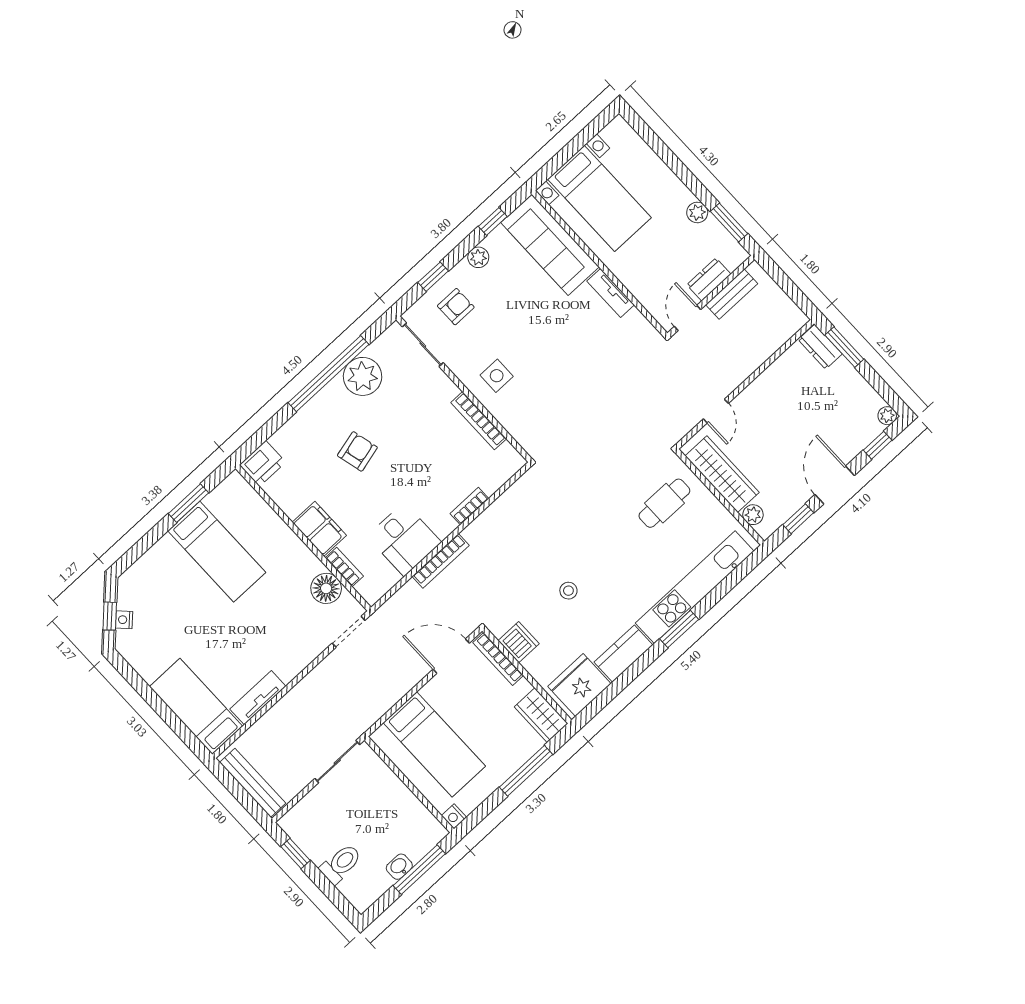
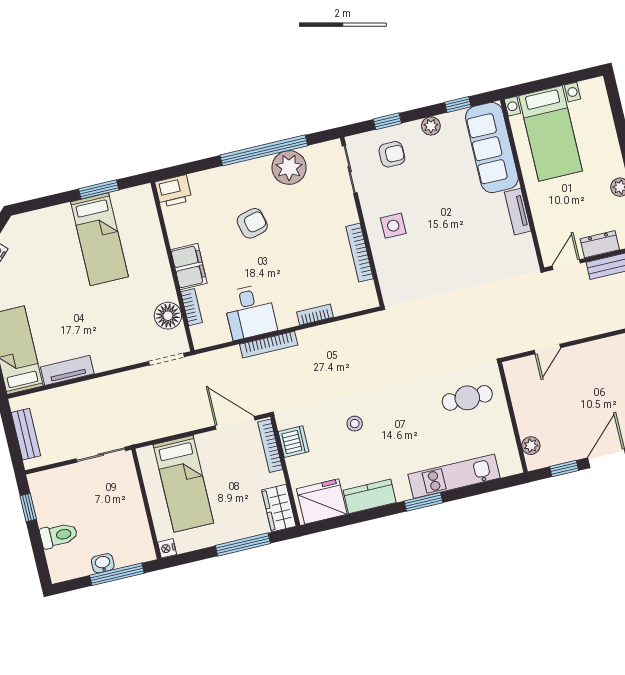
wardrobe: (722, 474) -> (525, 401), removed
kitchen unit: (695, 587) -> (454, 476), width x0.73
bench: (253, 783) -> (26, 434), width x0.73

